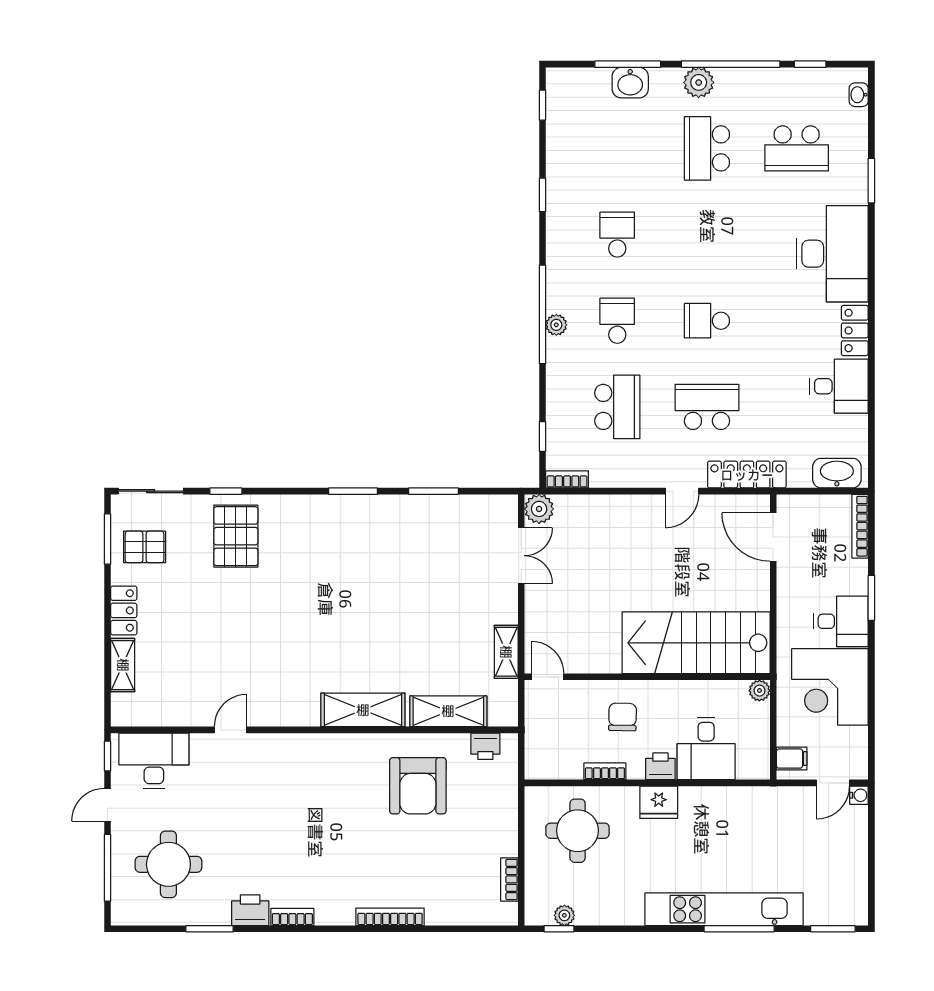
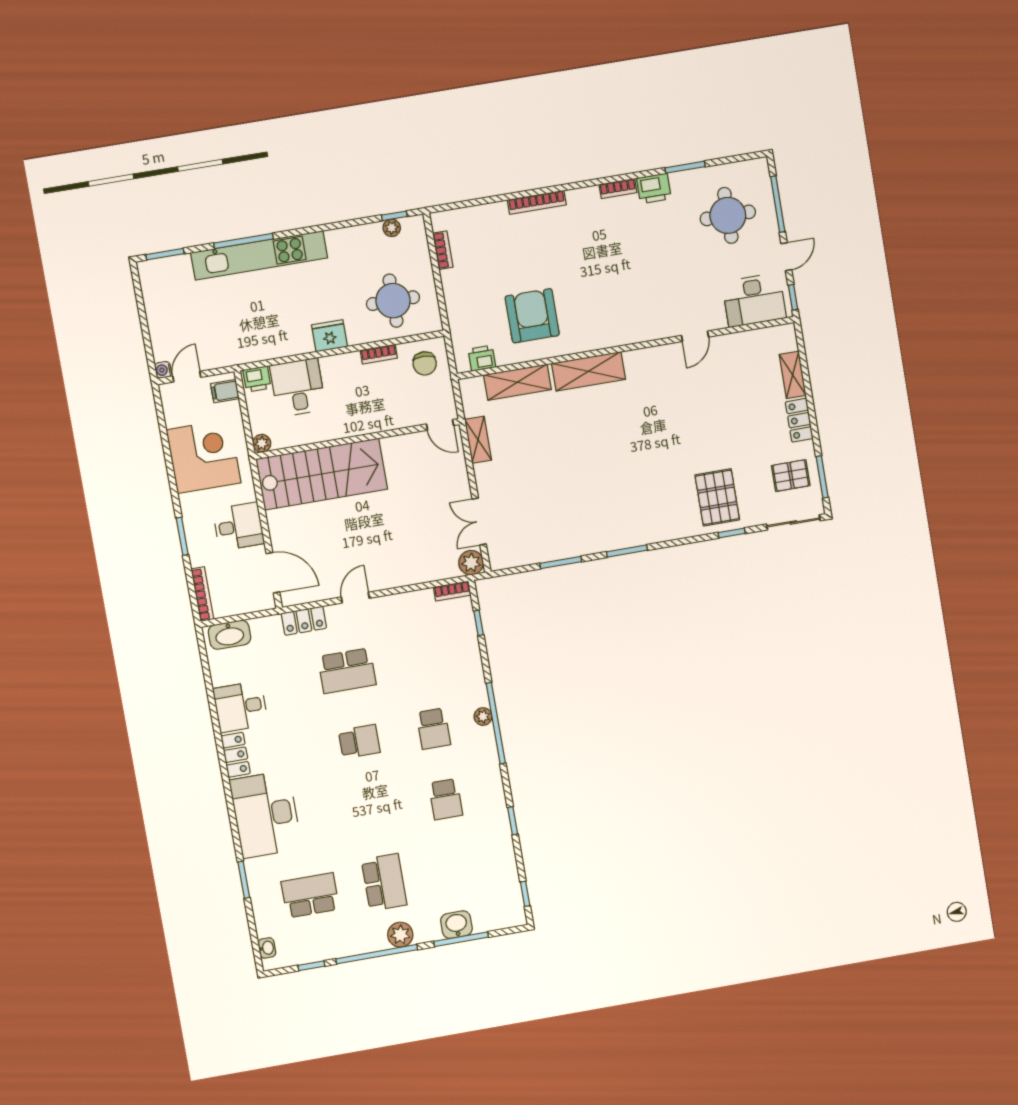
school desk: (617, 407) -> (421, 658), removed
locker: (747, 475) -> (304, 621), width x0.66
desk: (841, 621) -> (239, 526), moved, turned 180
chair: (623, 717) -> (425, 363), moved
printer: (660, 766) -> (257, 379), moved

